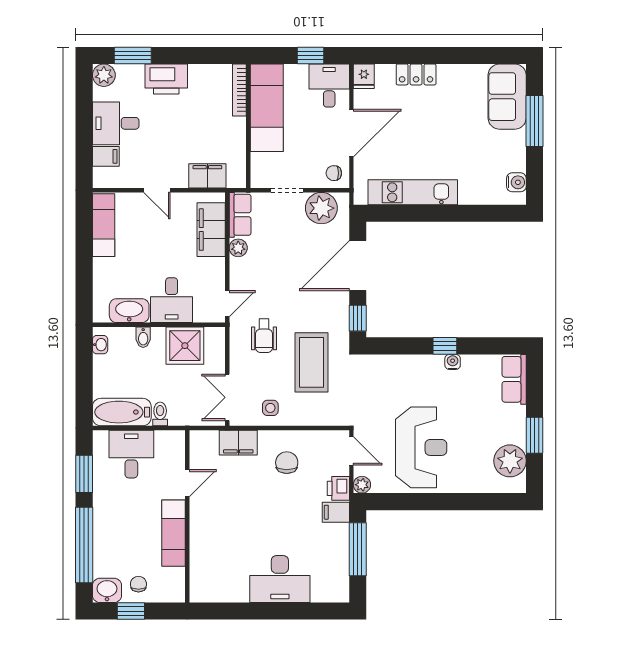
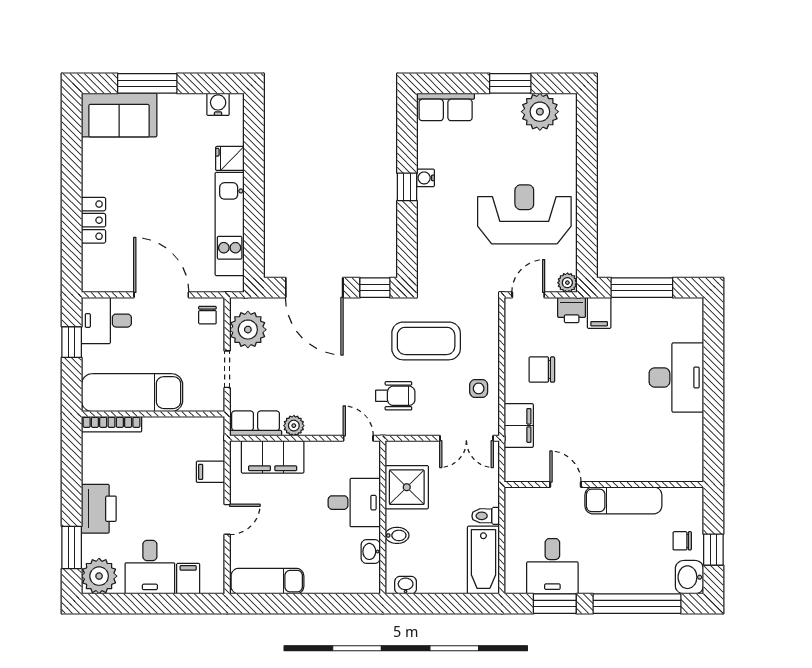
plant: (104, 75) -> (99, 576), width x1.36, depth x1.36
fridge: (364, 76) -> (230, 158), moved, turned 180
filing cabinet: (207, 176) -> (211, 472), width x0.50
washbasin: (129, 311) -> (371, 551), width x0.52, depth x0.69
desk: (131, 454) -> (552, 566), moved, turned -90

